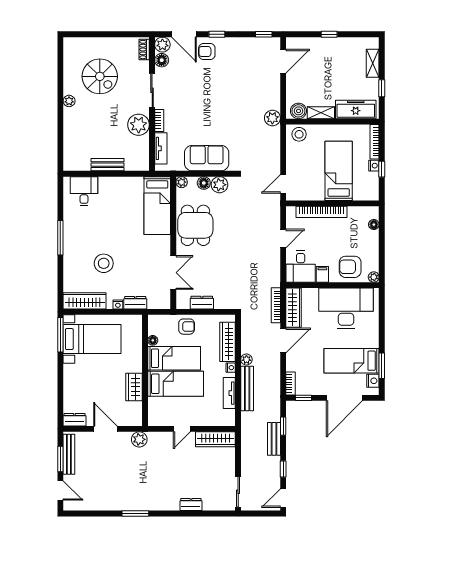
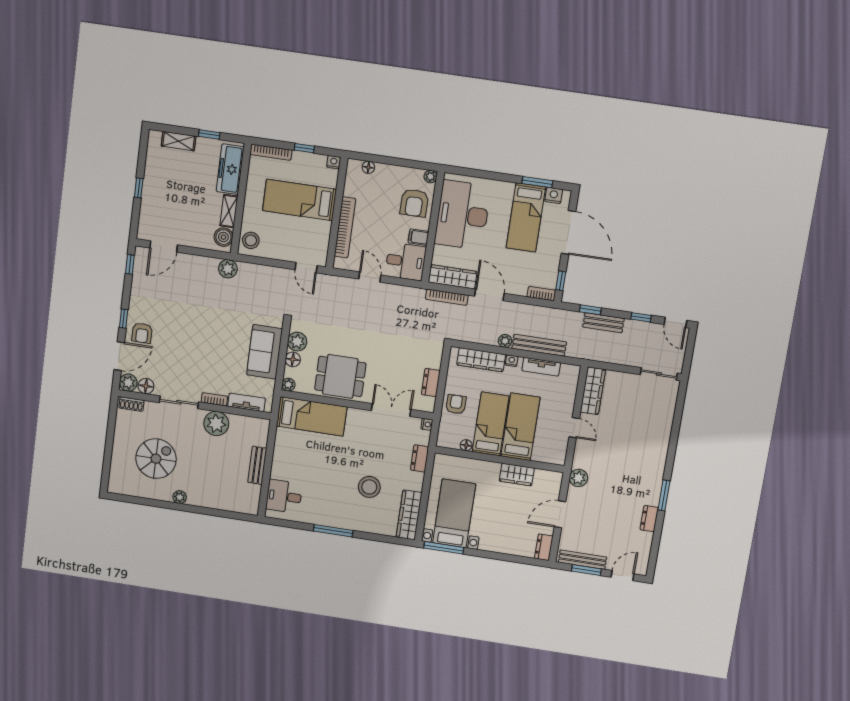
door: (283, 61) -> (164, 246), swing flipped
nightstand: (374, 166) -> (334, 162), moved
nightstand: (118, 305) -> (427, 424), moved
dresser: (191, 505) -> (649, 519), moved

